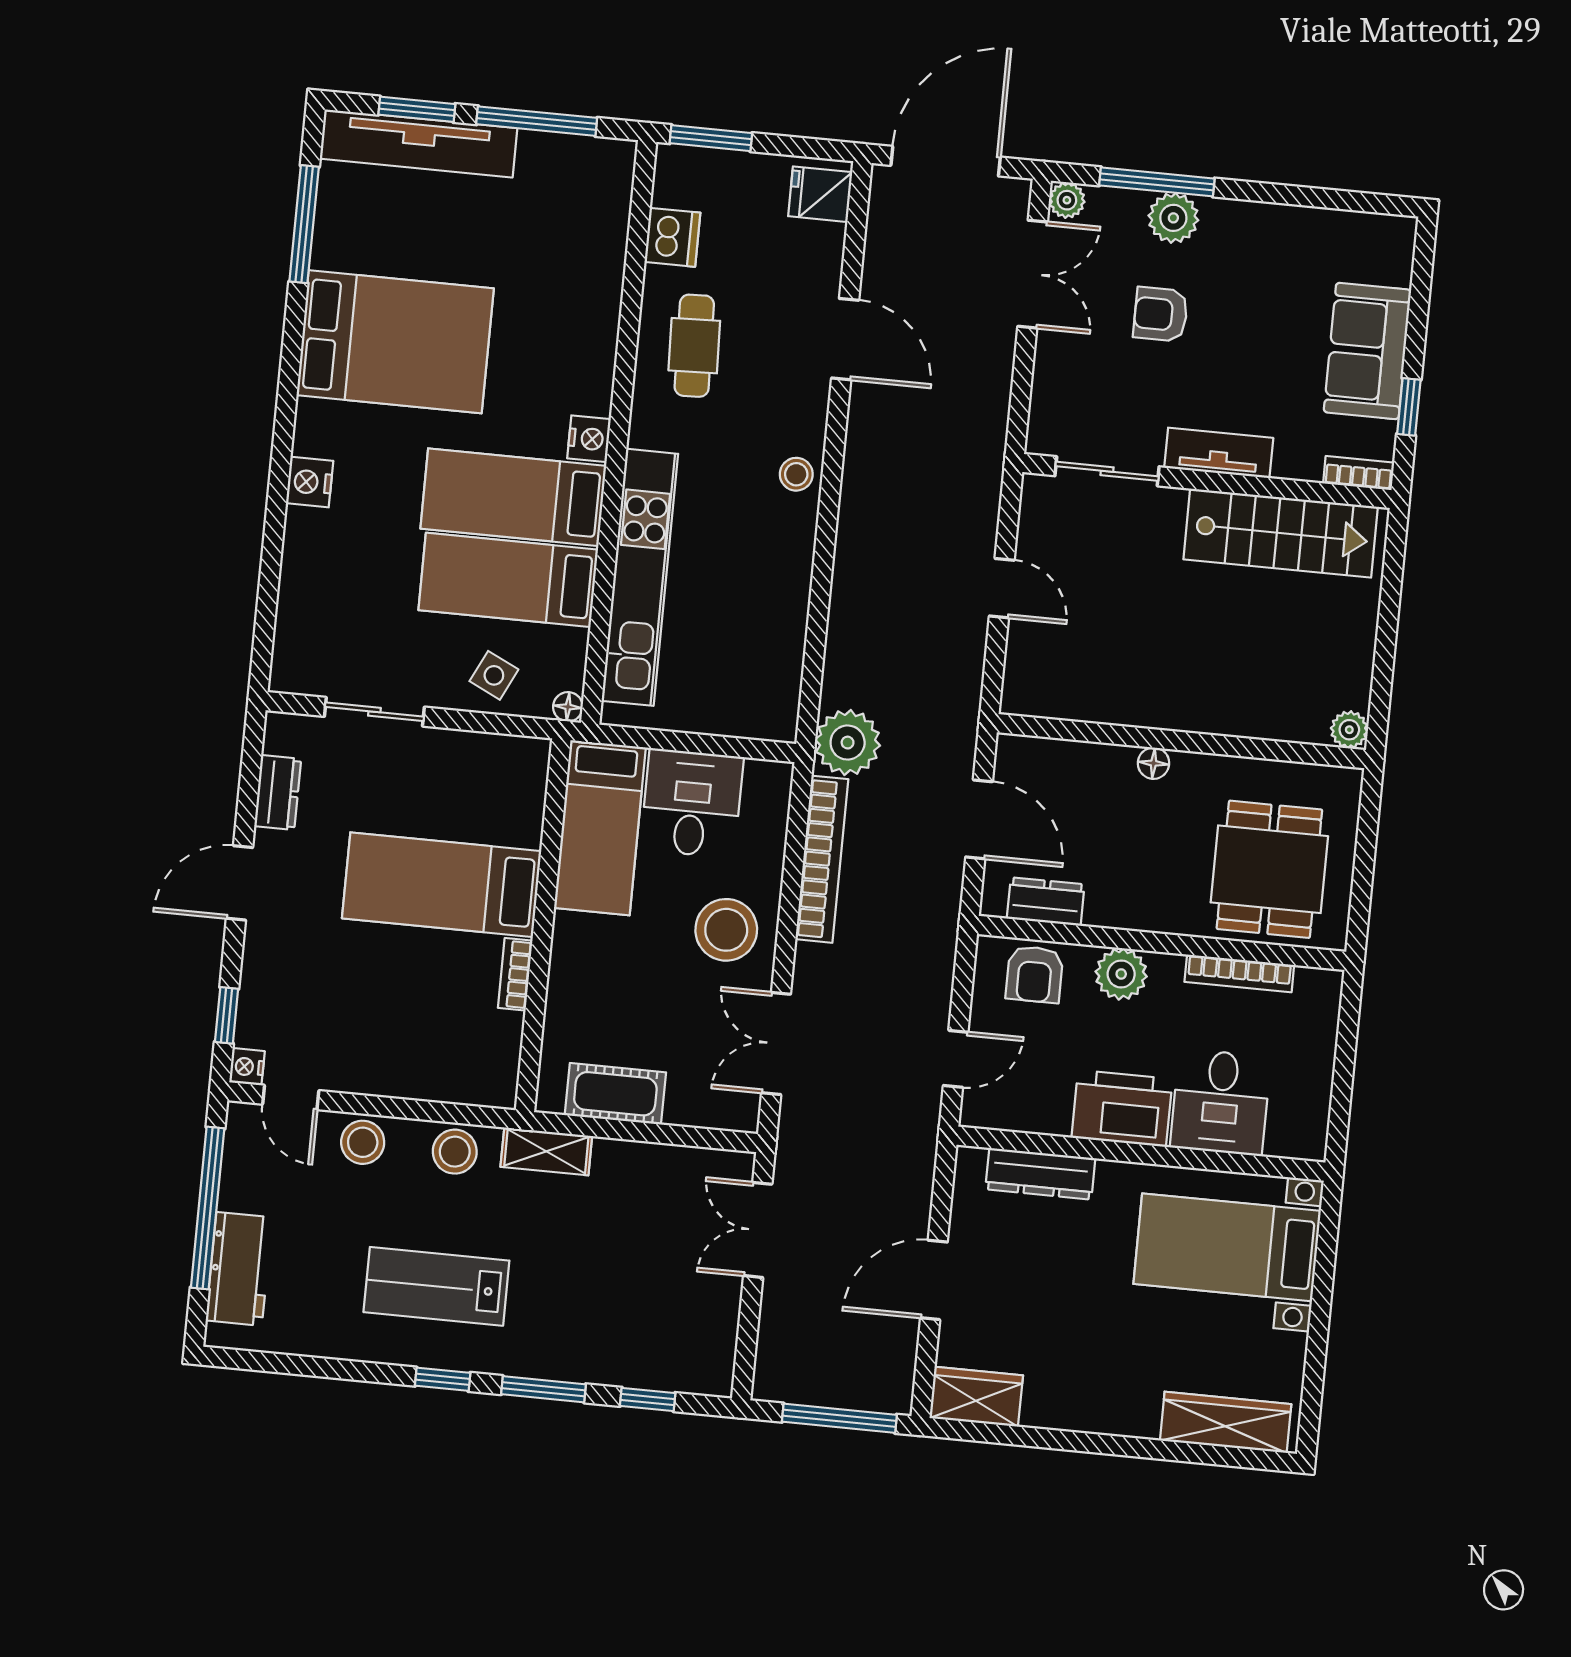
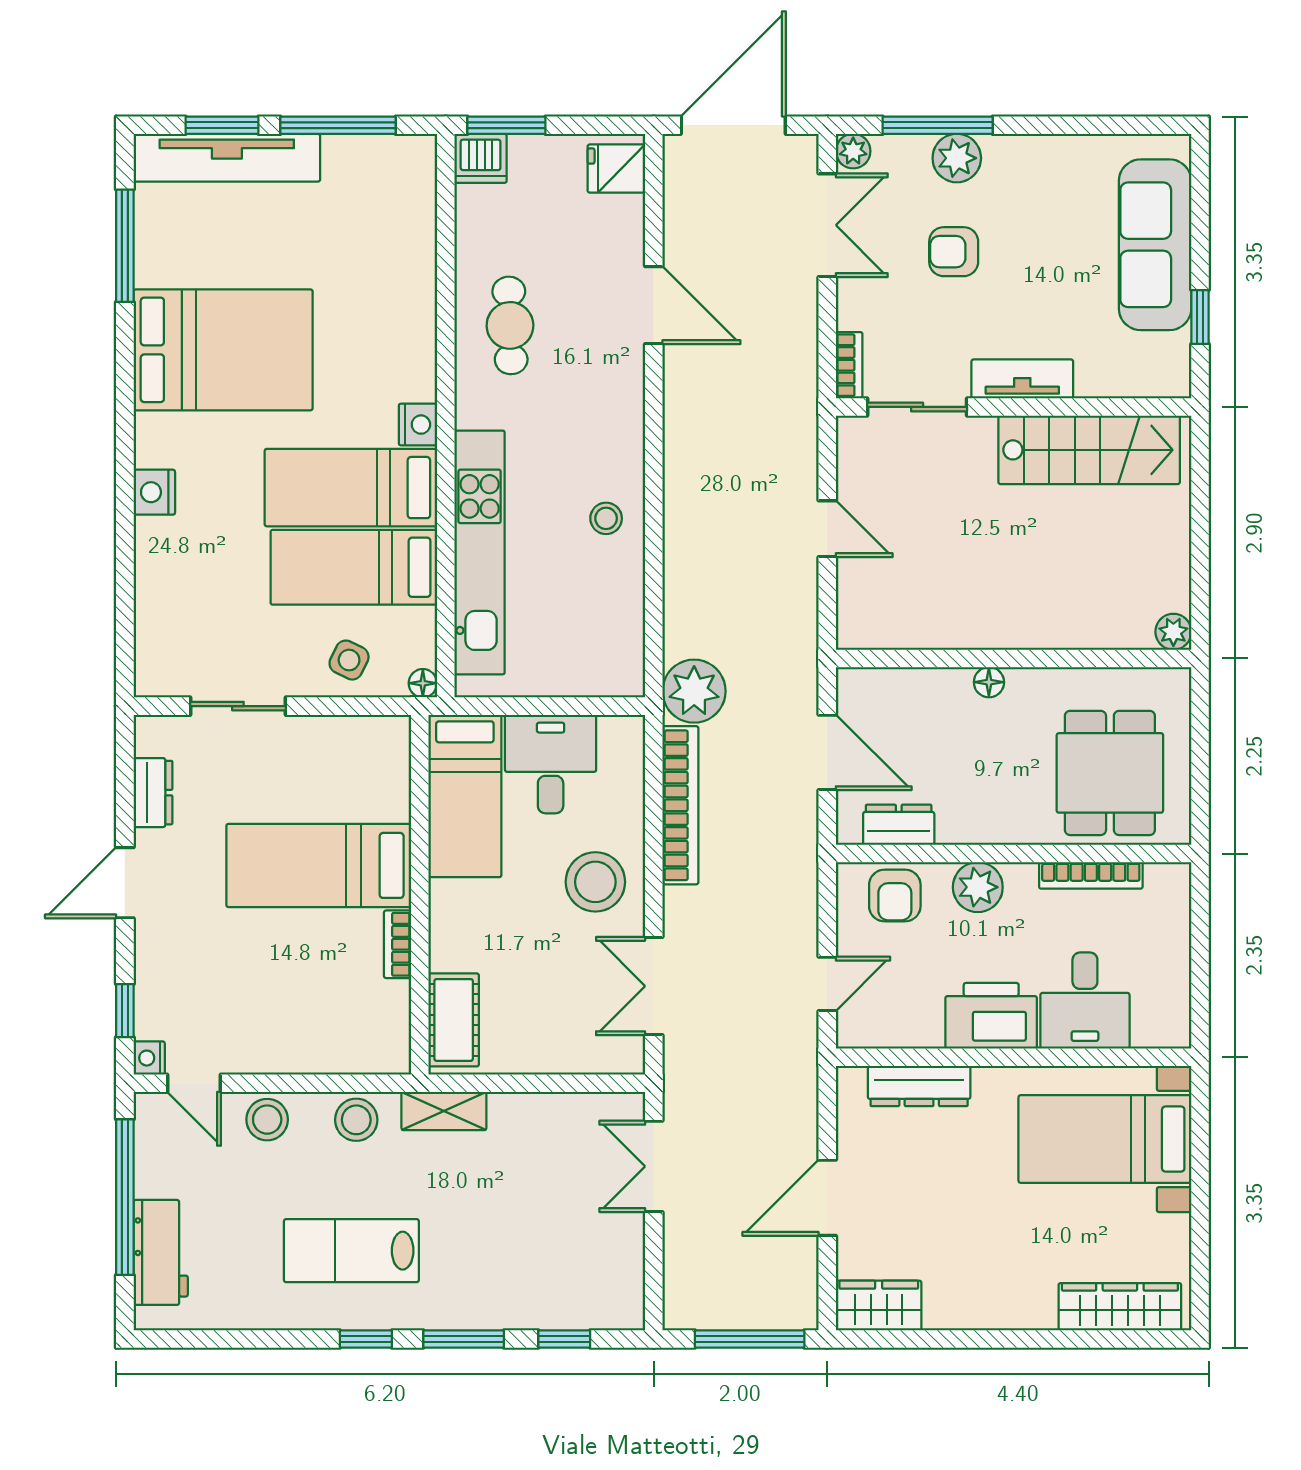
dishwasher: (672, 237) -> (481, 158), moved, turned 90
sofa: (1367, 351) -> (1155, 245), width x1.36
bookcase: (1359, 473) -> (849, 365), moved, turned 90
stool: (796, 474) -> (606, 518), moved
cot: (615, 1094) -> (454, 1020), moved, turned 90

